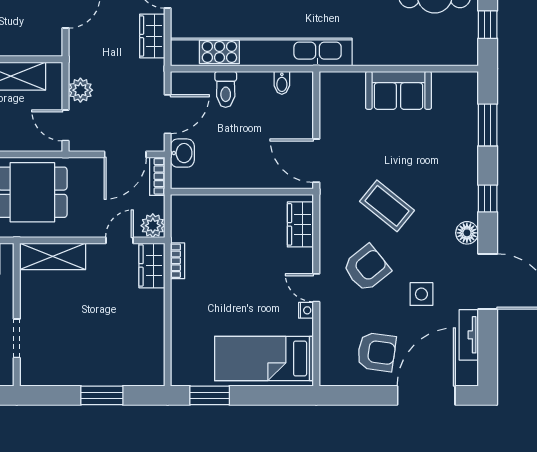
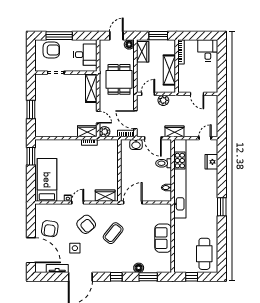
wardrobe: (152, 36) -> (175, 131), moved
floor lamp: (467, 233) -> (139, 268), moved

